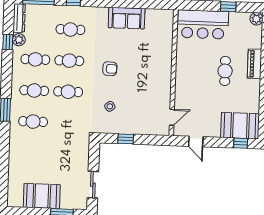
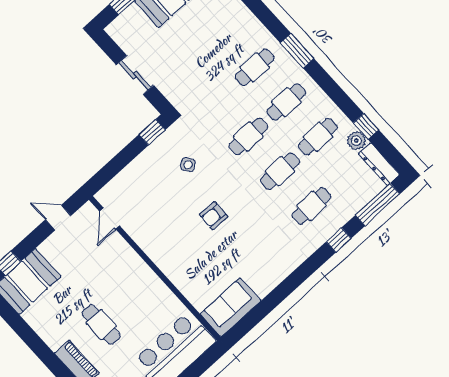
sofa: (127, 18) -> (231, 307), moved
armchair: (110, 69) -> (214, 216), moved
window: (126, 139) -> (152, 132), moved
sliding door: (93, 185) -> (135, 75), moved

